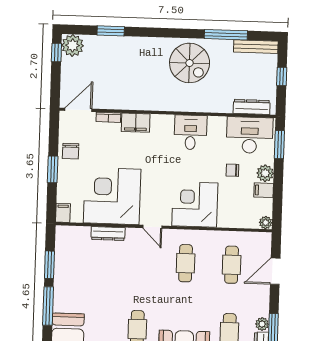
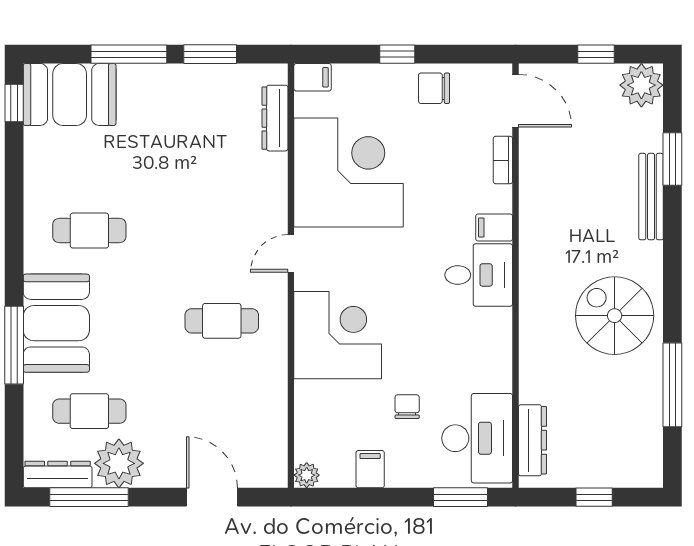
bench: (256, 47) -> (651, 197), moved
window: (56, 53) -> (596, 54), moved
spiral stairs: (190, 63) -> (615, 316), turned 90
filing cabinet: (136, 123) -> (494, 227), width x0.50
desk: (190, 132) -> (479, 275), moved
window: (53, 169) -> (397, 54), width x0.67
plant: (265, 173) -> (403, 471), removed
dresser: (108, 234) -> (275, 118), moved
cafe table: (232, 265) -> (222, 411), removed
plant: (262, 324) -> (119, 463), width x1.87, depth x1.87

